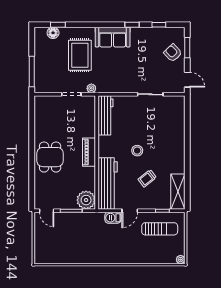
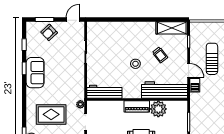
sofa: (113, 37) -> (35, 73), moved
plant: (86, 200) -> (158, 109), moved
sun lounger: (160, 229) -> (212, 59), moved

